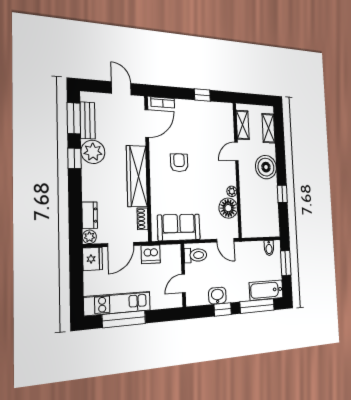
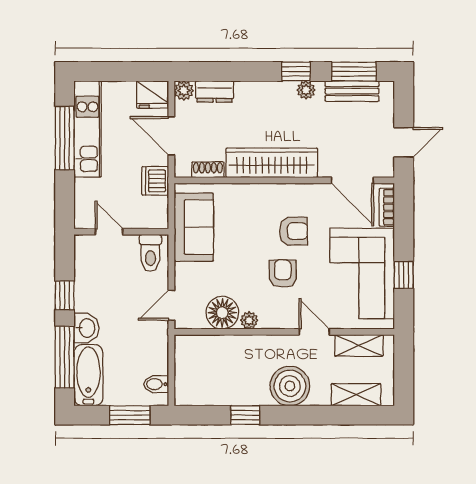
corner sofa: (202, 121) -> (362, 273), added
plant: (93, 152) -> (306, 90), width x0.53, depth x0.53
armchair: (204, 170) -> (283, 274), added
washbasin: (217, 296) -> (86, 328), moved

